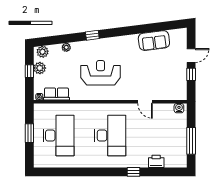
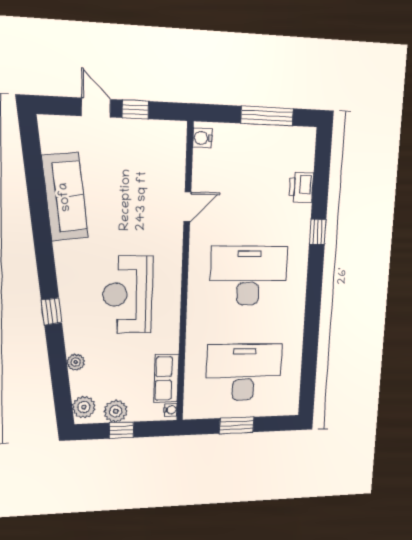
sofa: (154, 41) -> (65, 197), width x1.36

